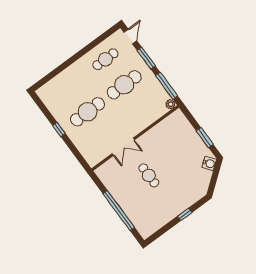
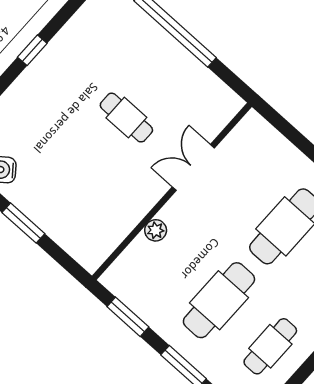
window: (167, 86) -> (128, 317), width x0.69
plant: (170, 104) -> (156, 230), moved

